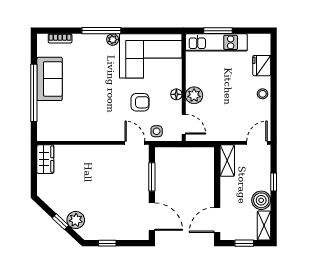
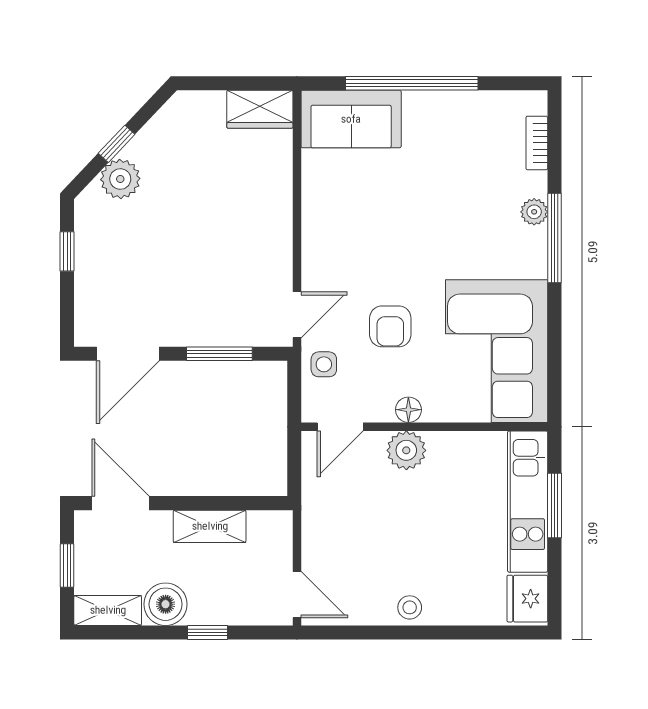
plant: (113, 40) -> (534, 212), moved
fridge: (262, 66) -> (527, 599), moved, turned -90
sofa: (50, 79) -> (351, 119), moved
shelving: (227, 161) -> (210, 526), moved

